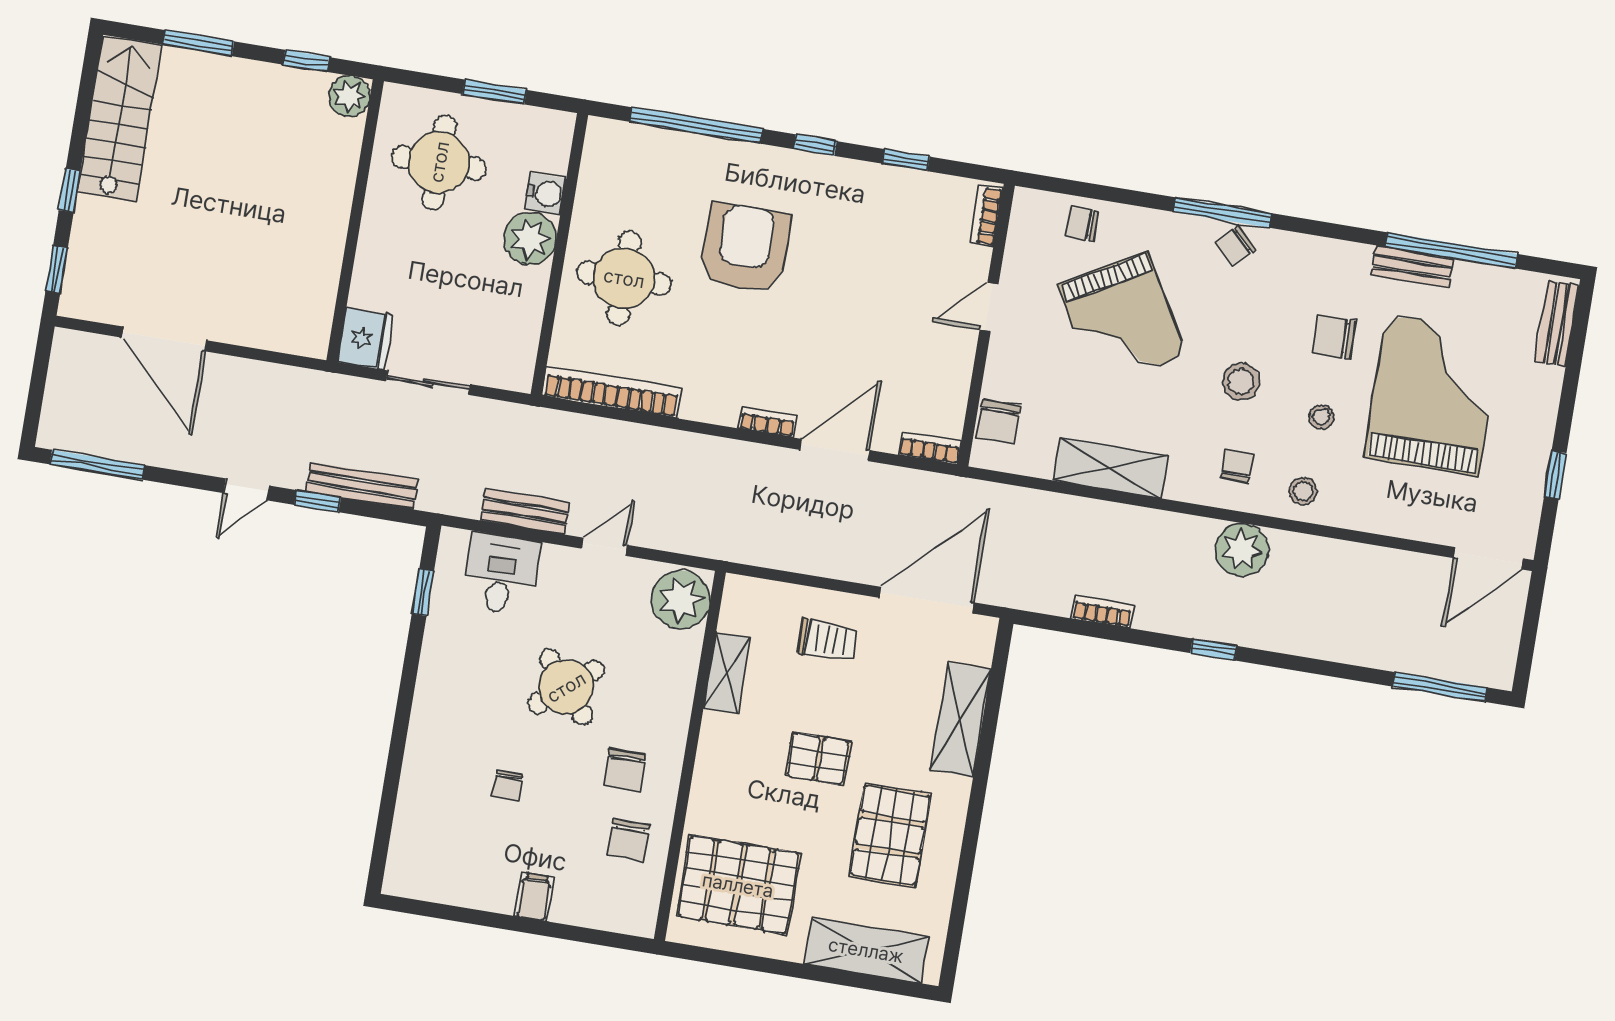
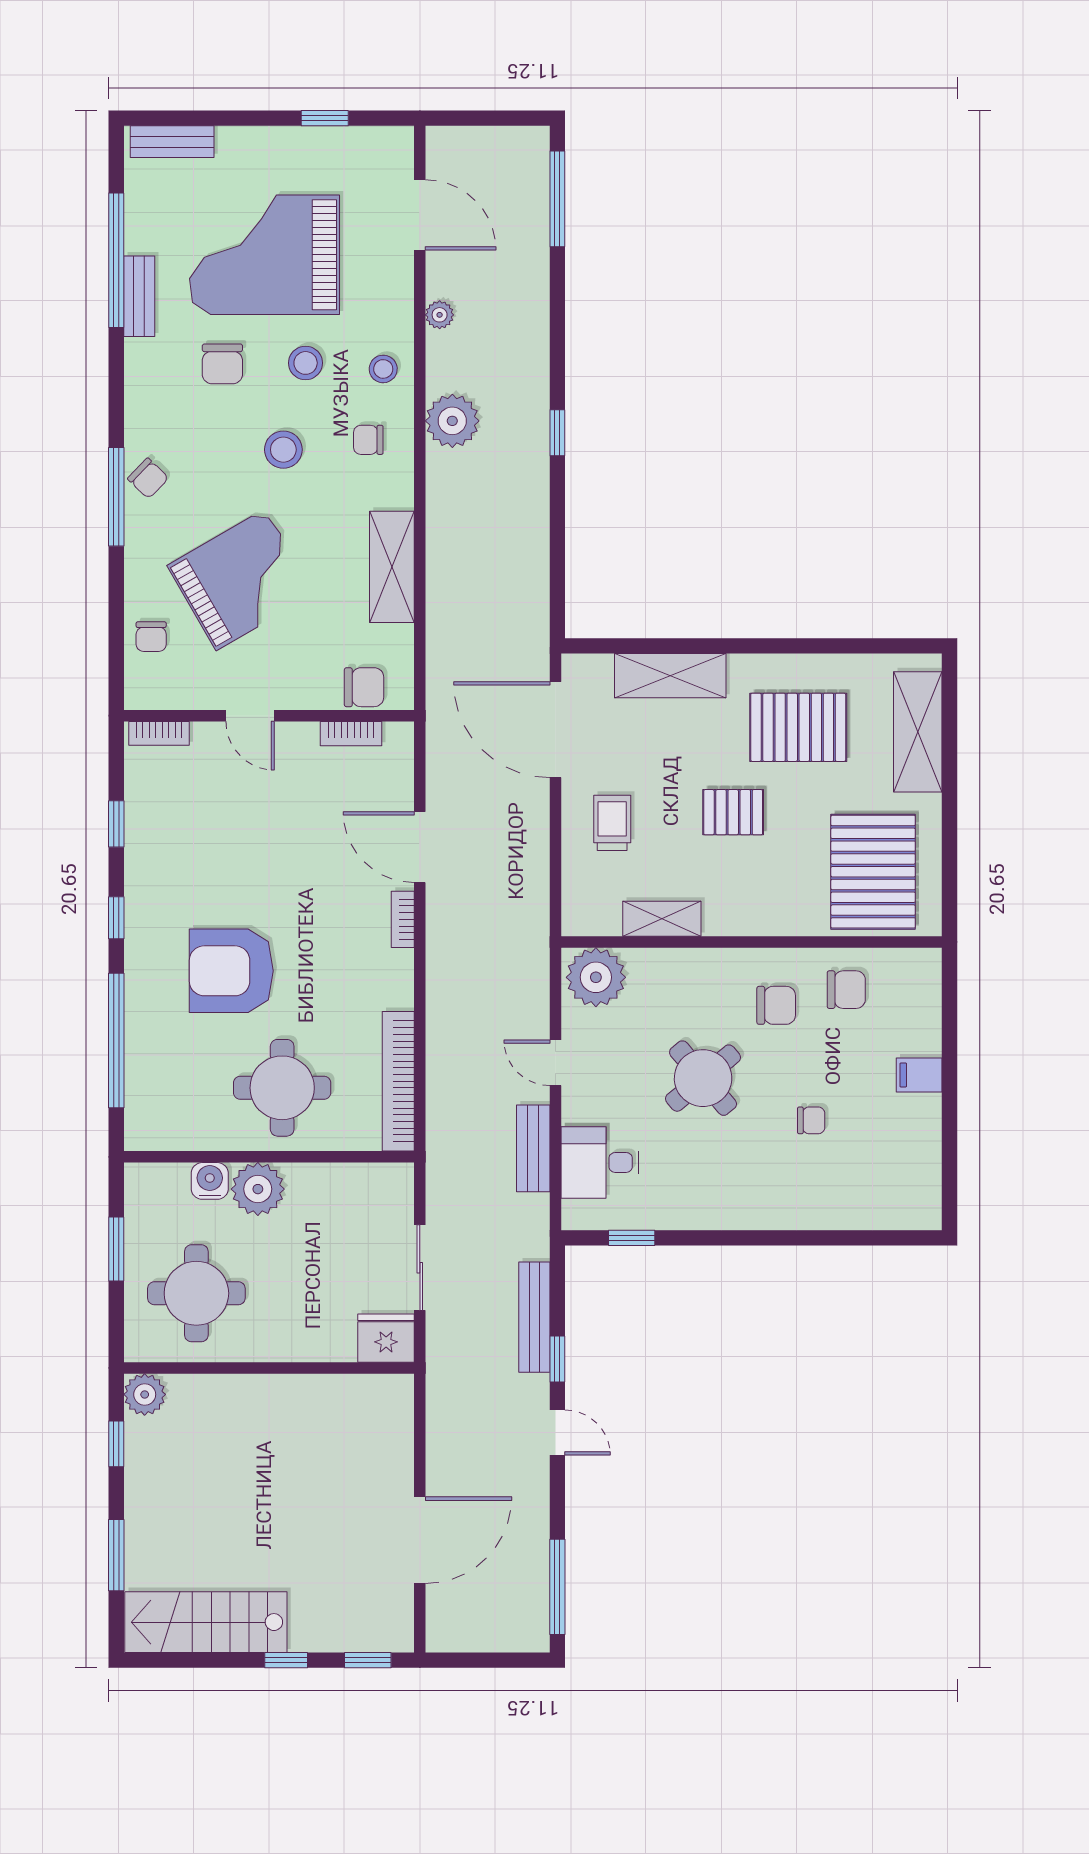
stool: (1321, 417) -> (306, 363), width x1.37, depth x1.37
bookcase: (930, 448) -> (351, 734), moved, turned -90
plant: (1347, 554) -> (440, 315), added
door: (1488, 558) -> (420, 215), moved
bookcase: (1102, 612) -> (538, 551), removed
pallet: (818, 759) -> (733, 812), turned 90

